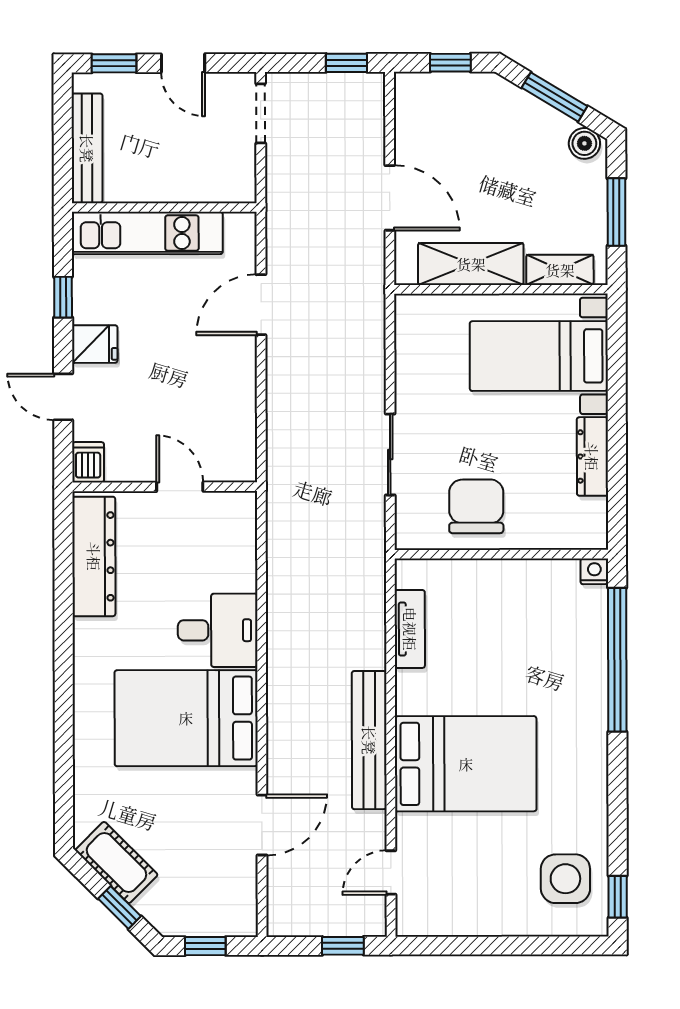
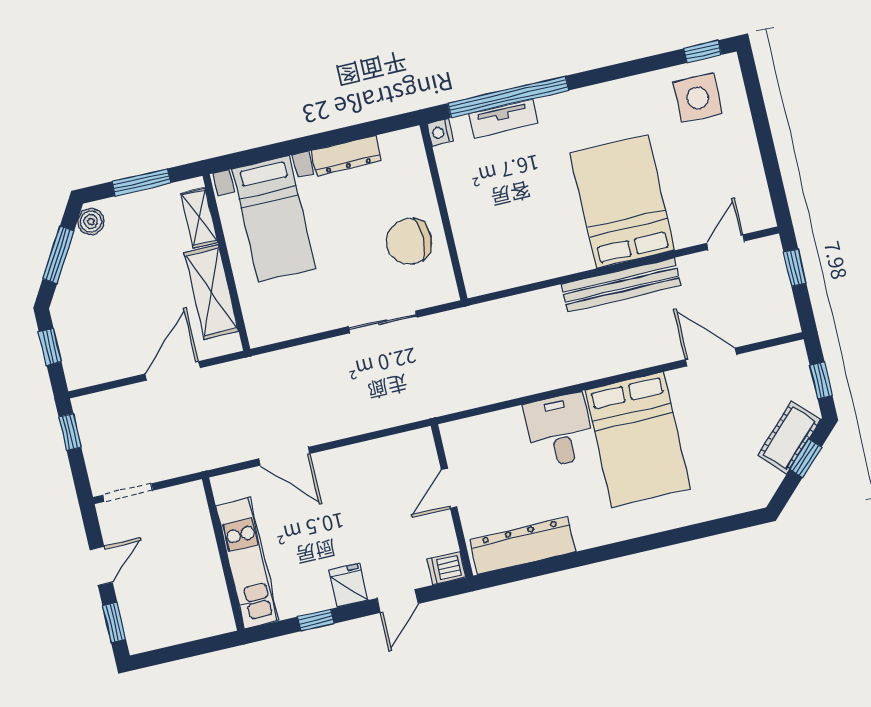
bench: (87, 148) -> (189, 629), removed
tv unit: (410, 629) -> (503, 119), moved, turned 180
cot: (116, 862) -> (789, 438), moved
door: (391, 873) -> (726, 242), swing flipped

